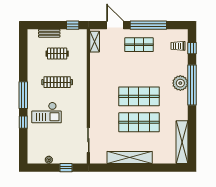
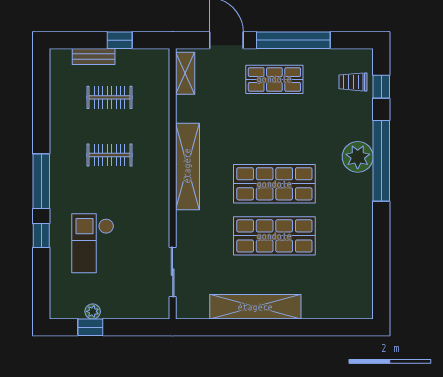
window: (73, 25) -> (120, 40), moved
clothes rail: (57, 82) -> (109, 155), width x0.73
checkout: (47, 113) -> (93, 243), moved, turned 90
shelving: (182, 142) -> (187, 166), moved
window: (66, 168) -> (90, 327), moved

